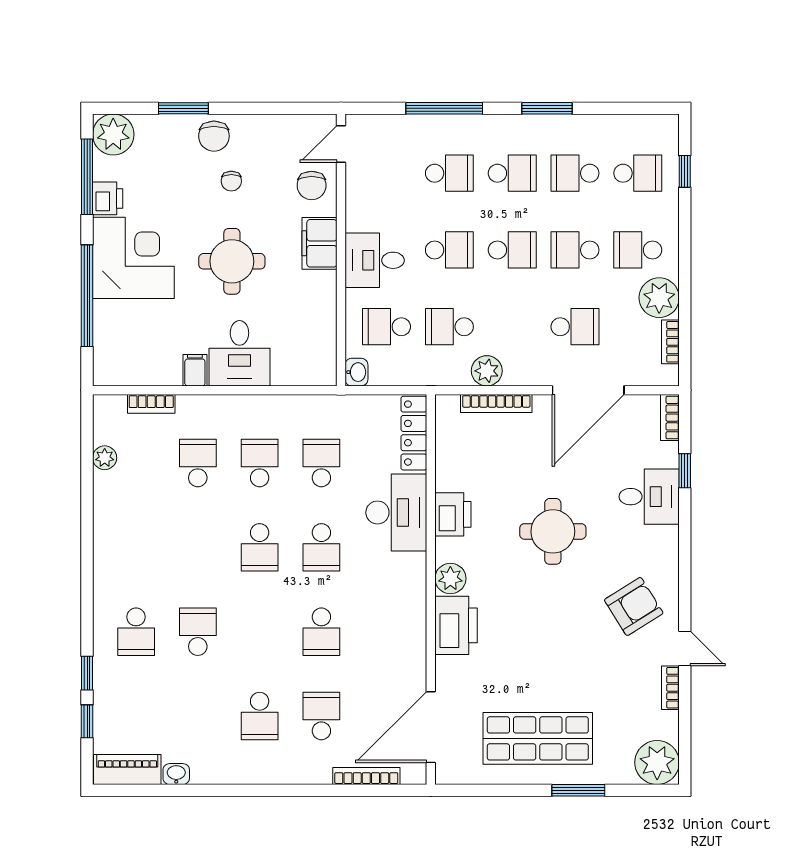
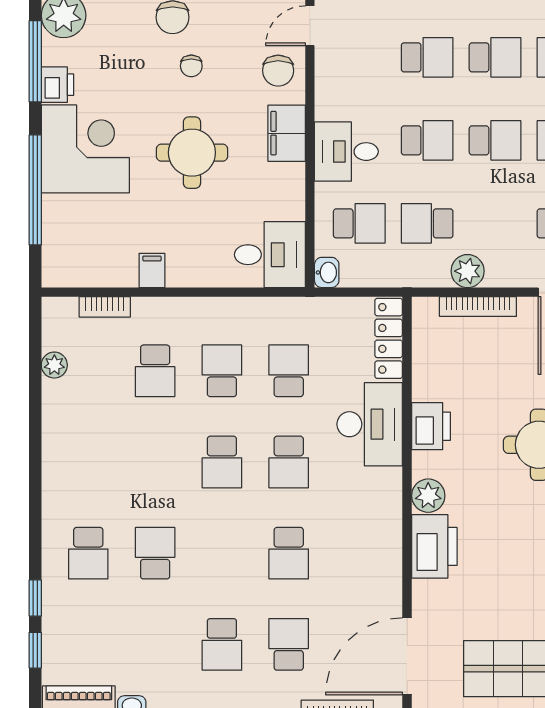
school desk: (387, 327) -> (359, 223), turned 180
desk: (239, 353) -> (270, 255), moved, turned -90
school desk: (198, 463) -> (155, 371), turned 180

